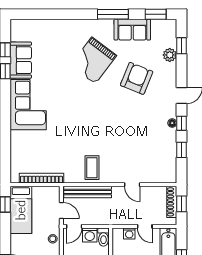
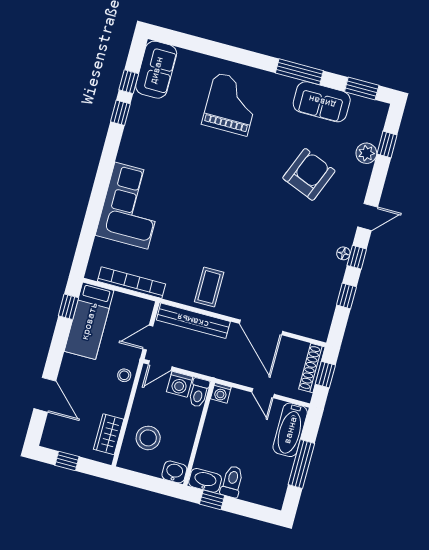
sofa: (21, 60) -> (156, 70), moved
grand piano: (94, 60) -> (231, 104), moved, turned 143
corner sofa: (28, 105) -> (131, 206), moved
door: (132, 185) -> (261, 327), width x1.87
door: (61, 211) -> (148, 338), swing flipped
washing machine: (129, 234) -> (221, 393), moved

